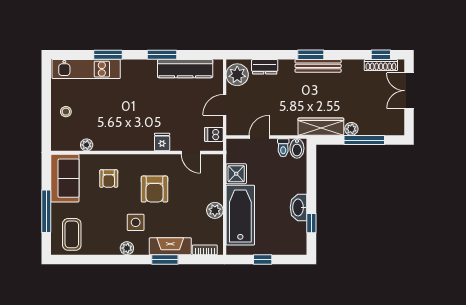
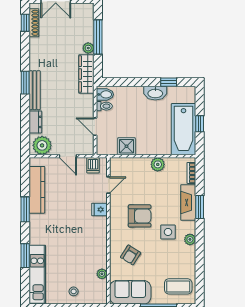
bench: (318, 66) -> (35, 90), moved
armchair: (109, 179) -> (131, 255), turned 122
bathtub: (240, 215) -> (183, 129), moved, turned -90

